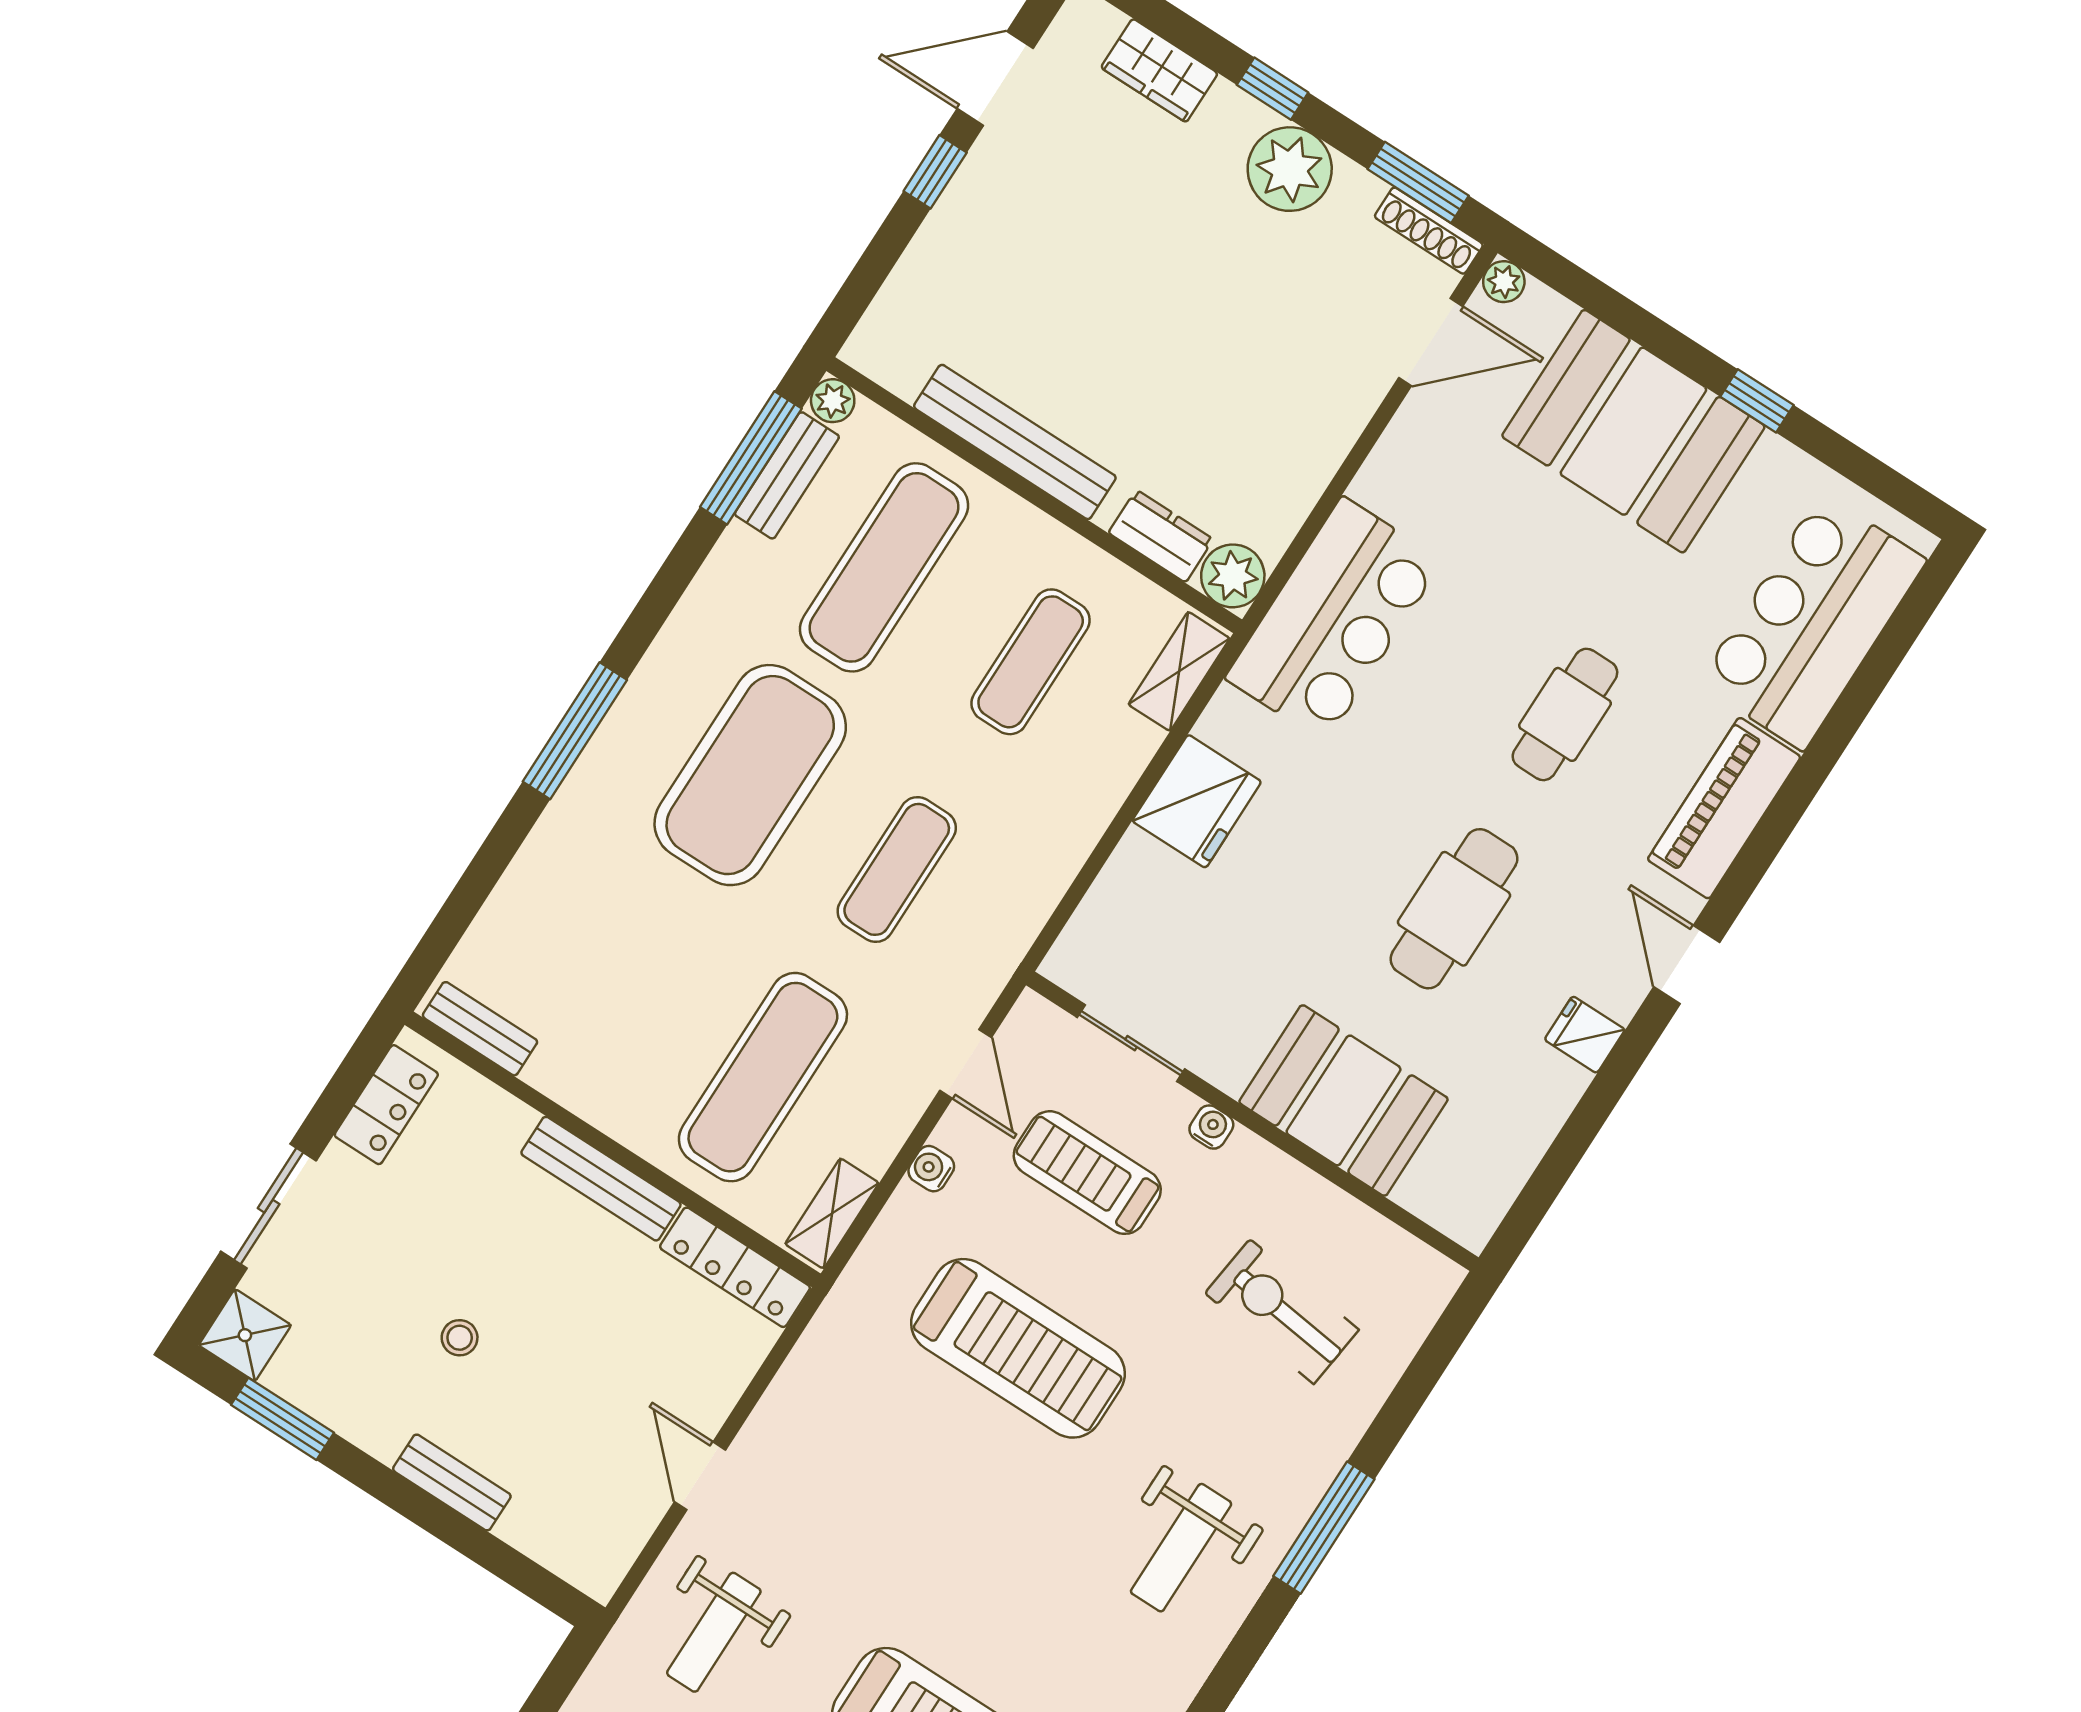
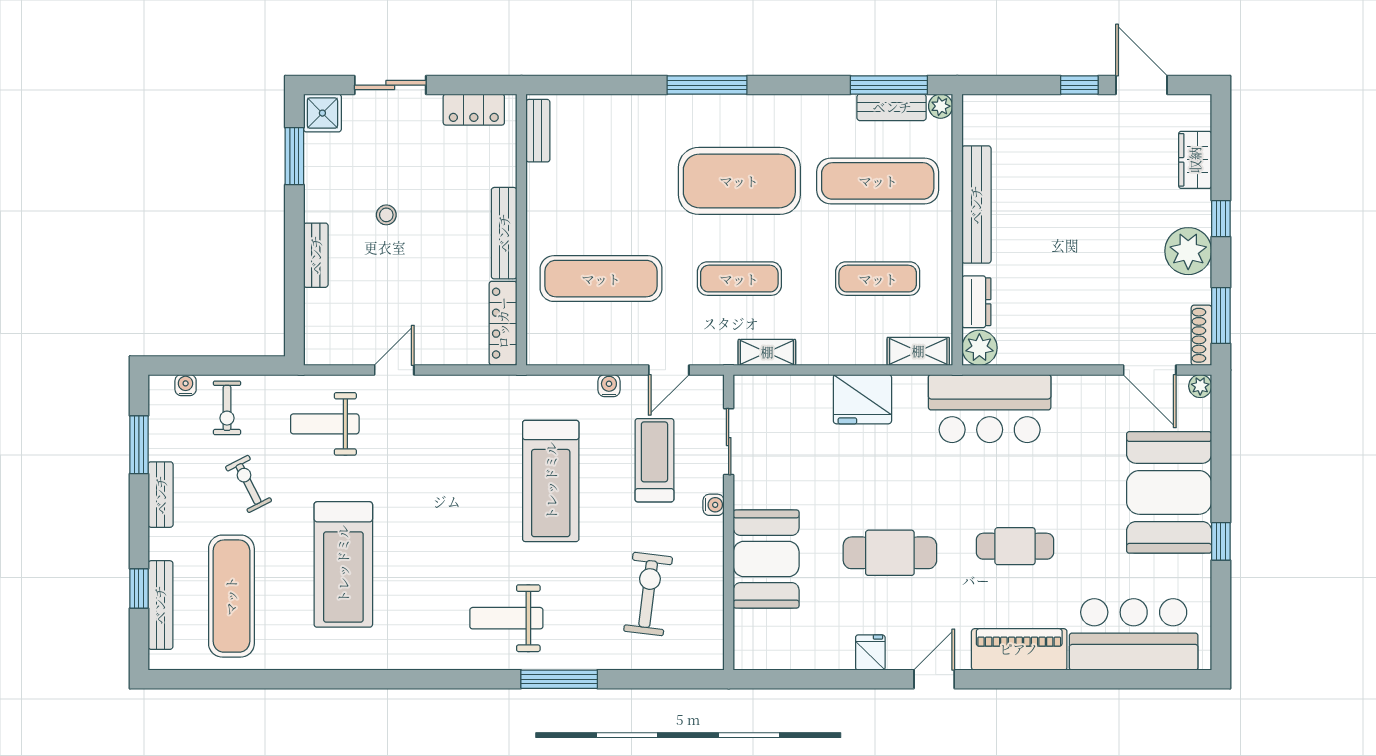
shelving: (832, 1213) -> (767, 352), moved

